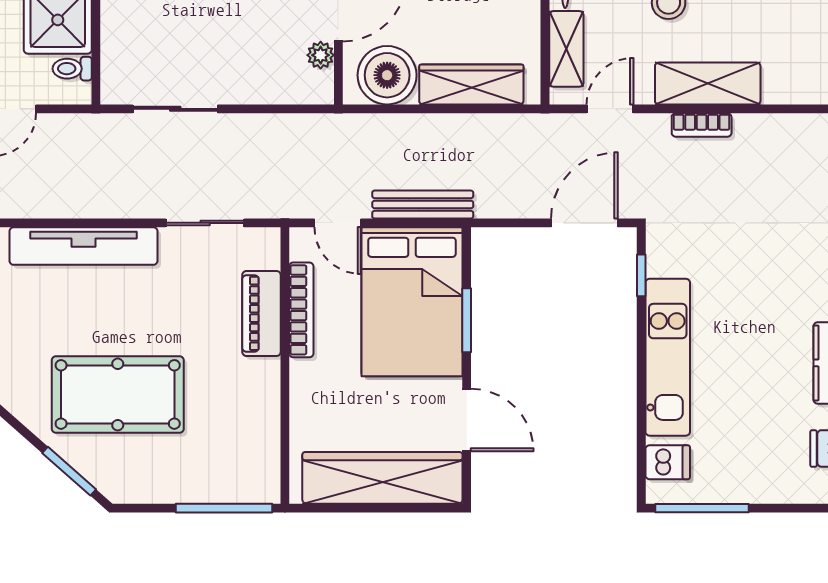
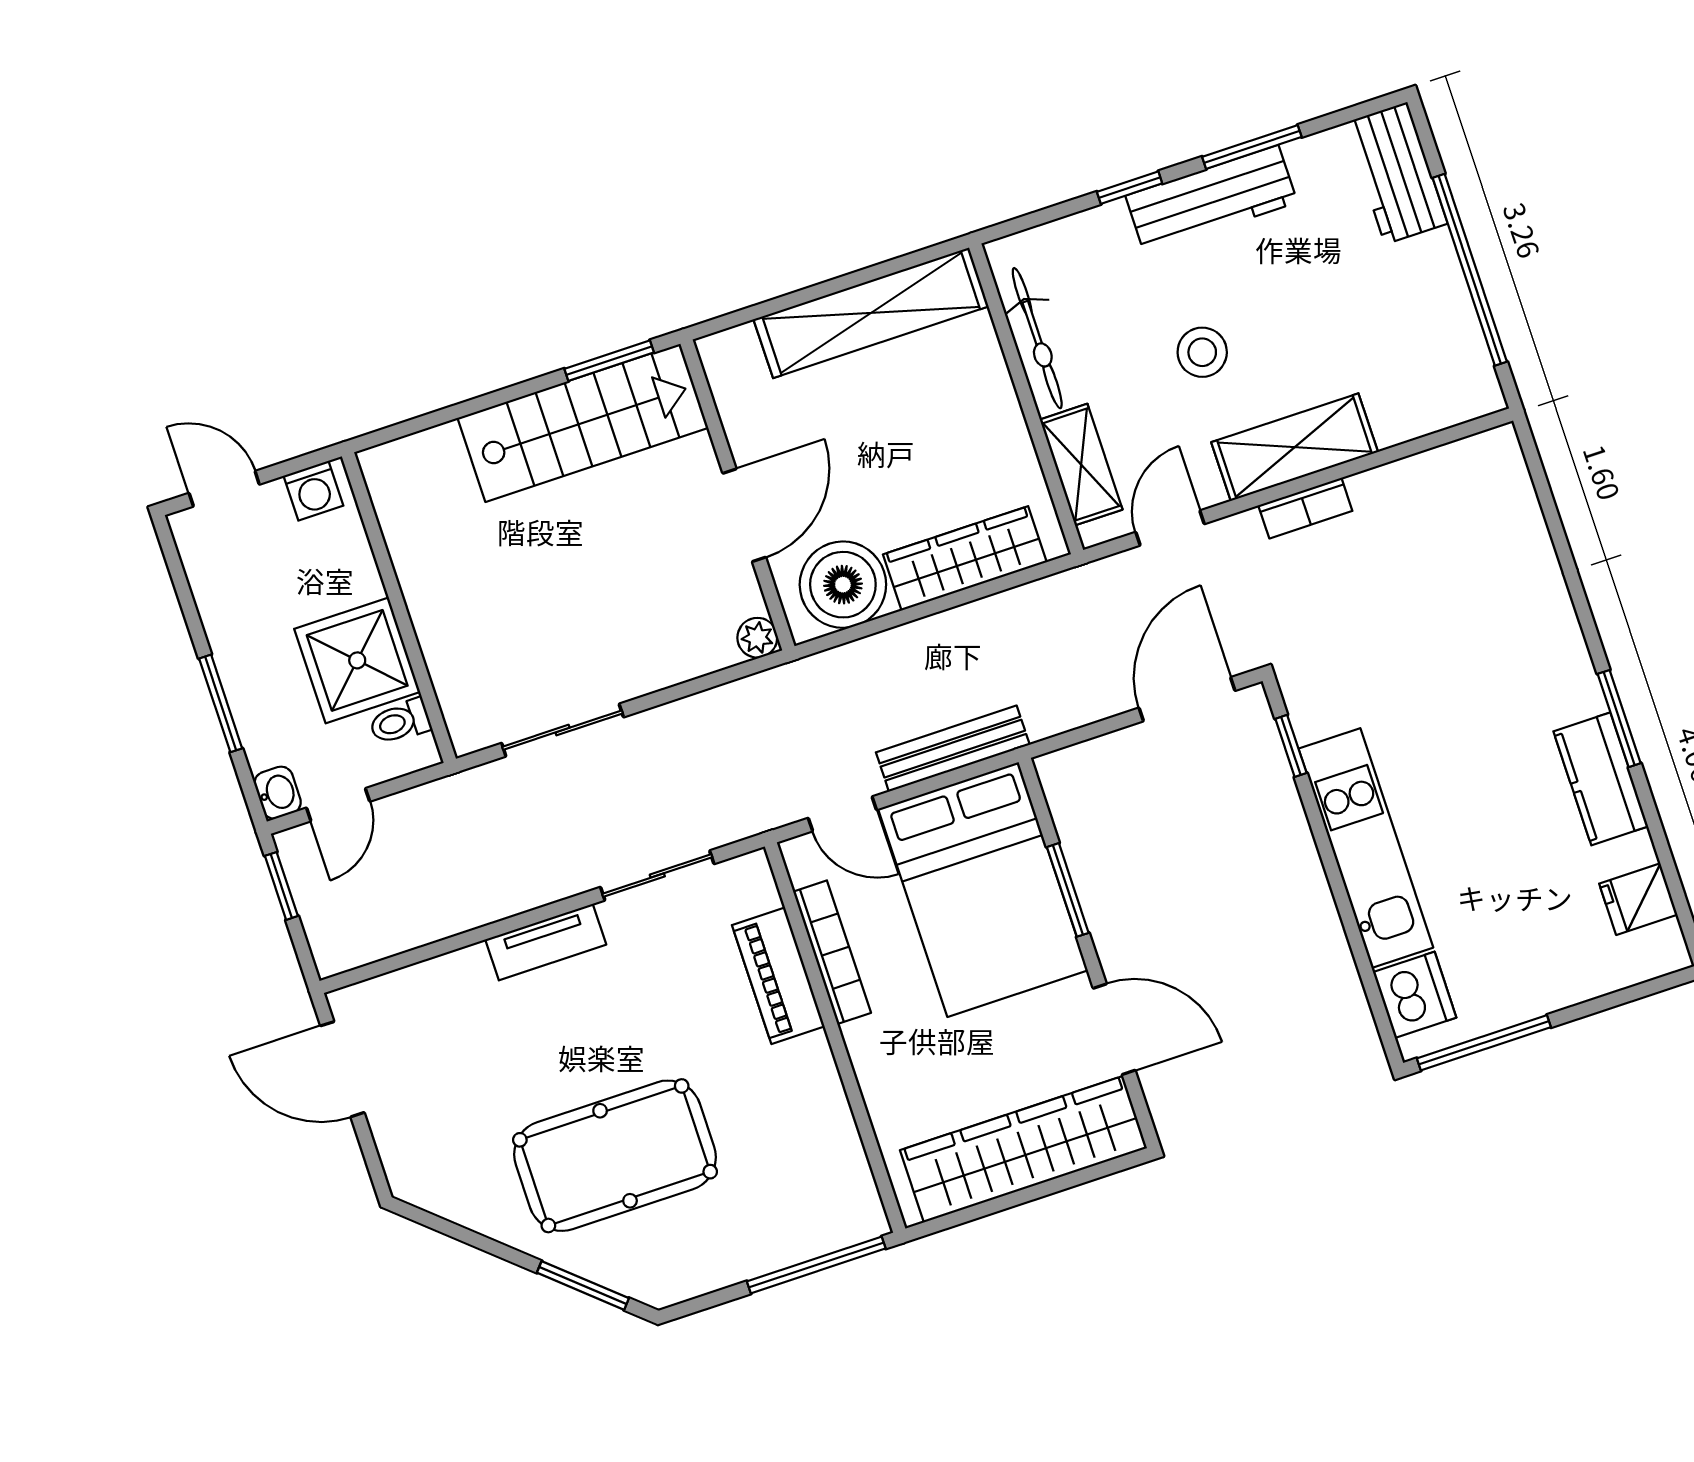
plant: (321, 55) -> (757, 638), moved
tv unit: (84, 246) -> (546, 942), width x0.52, depth x0.78
dishwasher: (668, 462) -> (1415, 995), width x1.38

